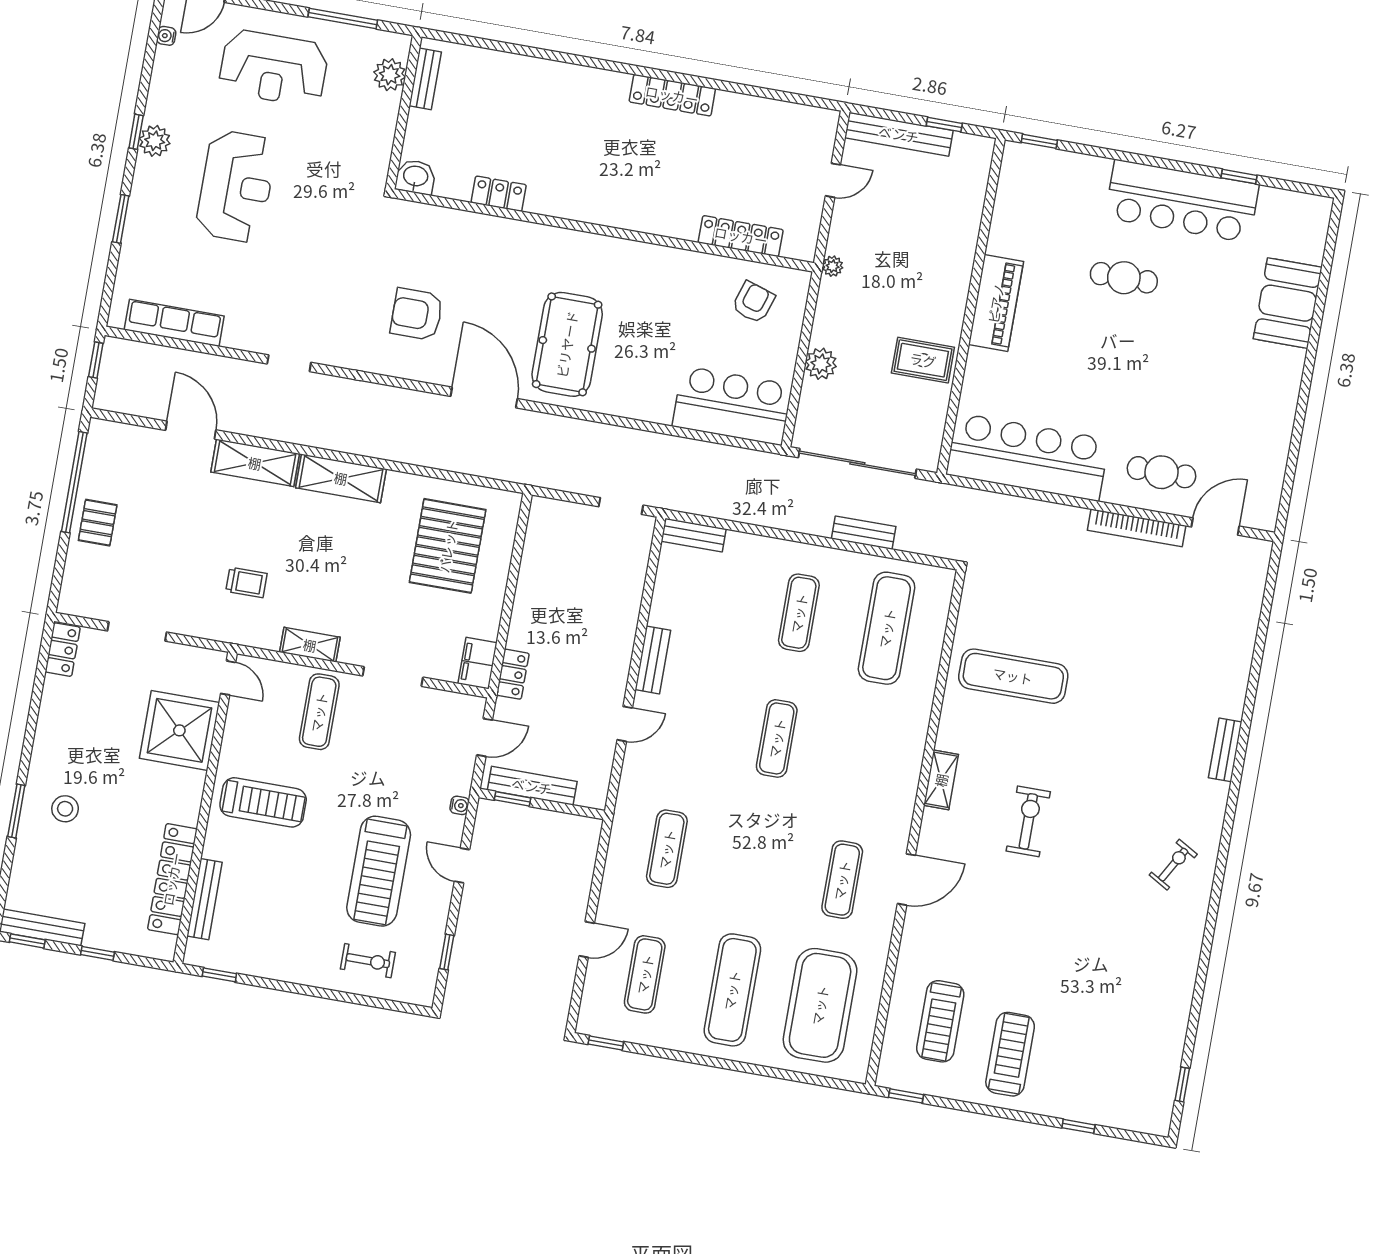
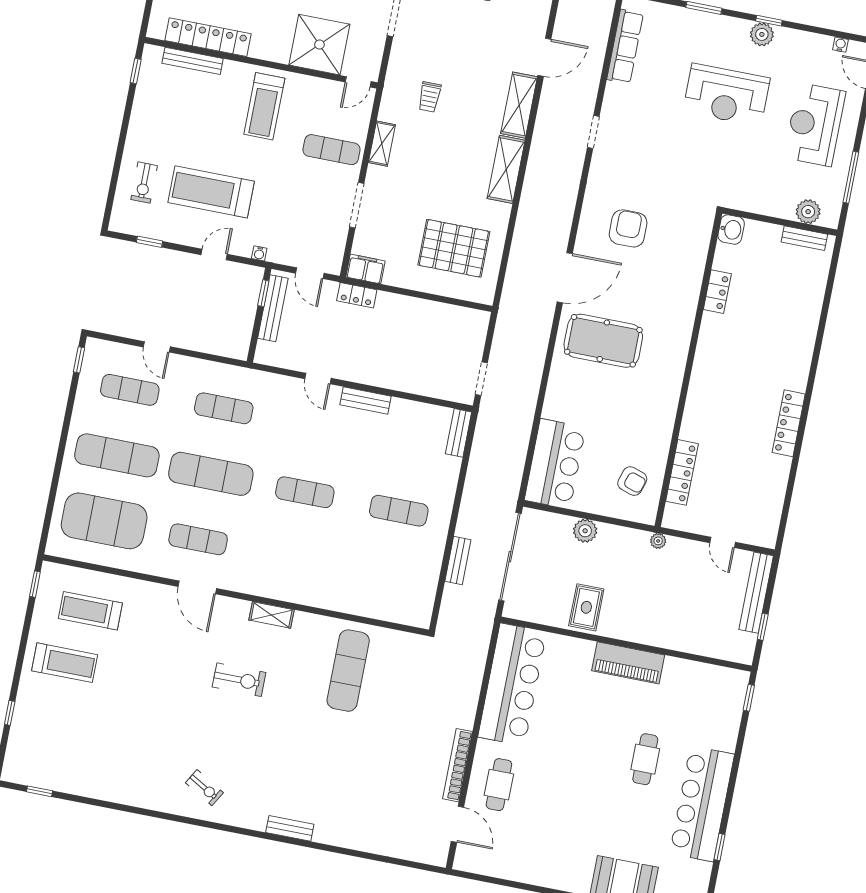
exercise mat: (887, 628) -> (211, 474), moved

